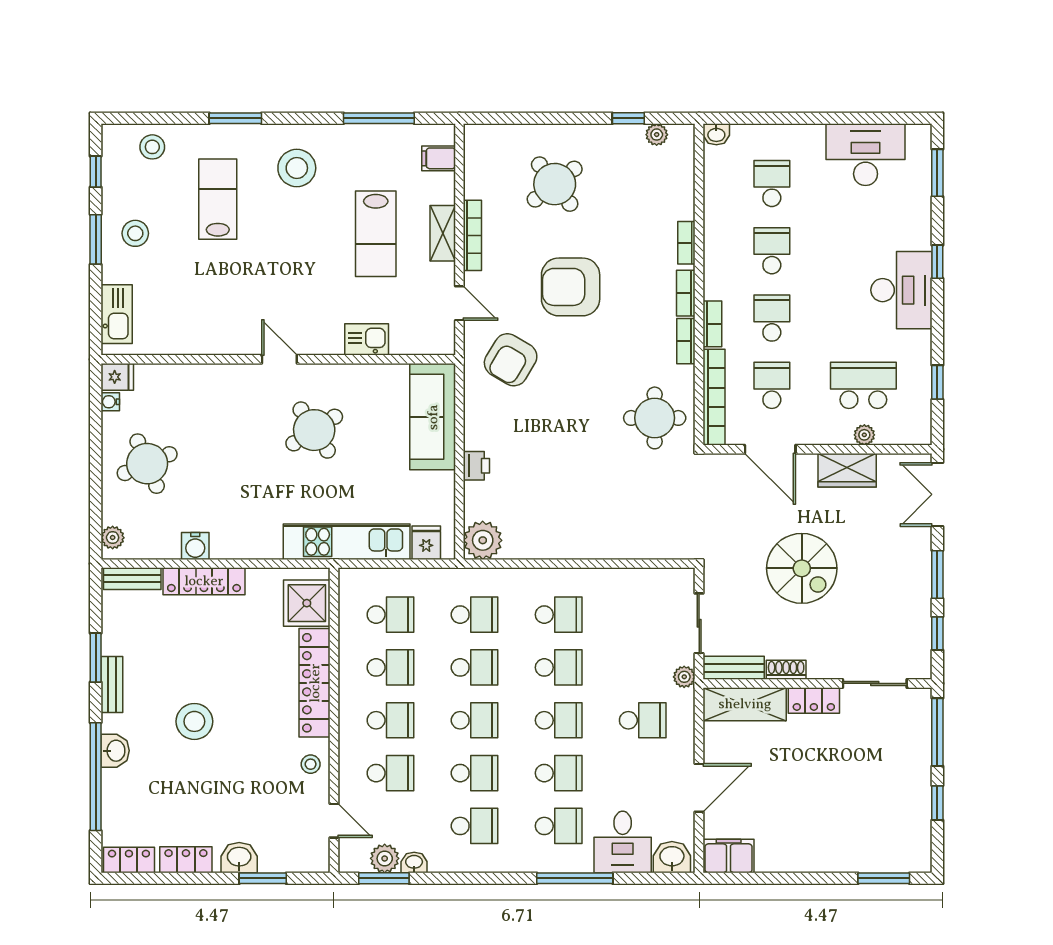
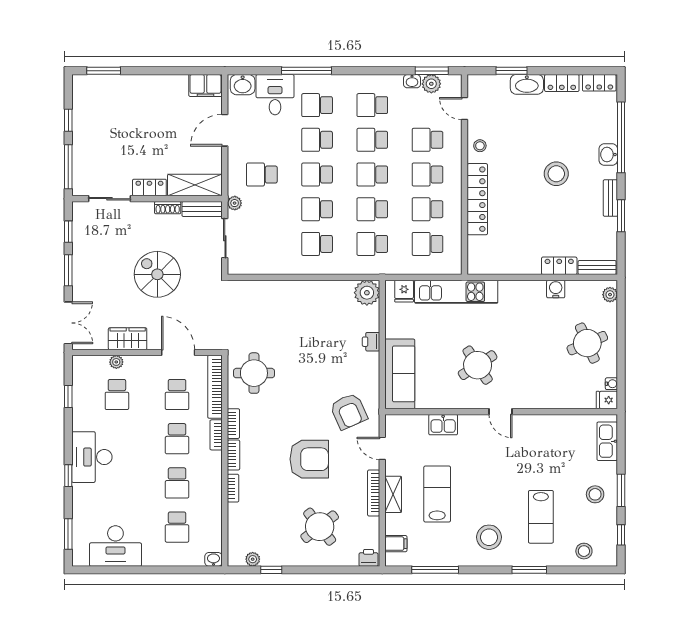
printer: (480, 137) -> (368, 558), added
armchair: (511, 360) -> (349, 411), turned 125
school desk: (863, 385) -> (117, 394), width x0.54
locker: (204, 581) -> (559, 266), width x0.66
shower: (307, 603) -> (482, 251), removed
washbasin: (239, 858) -> (527, 84), width x1.38

